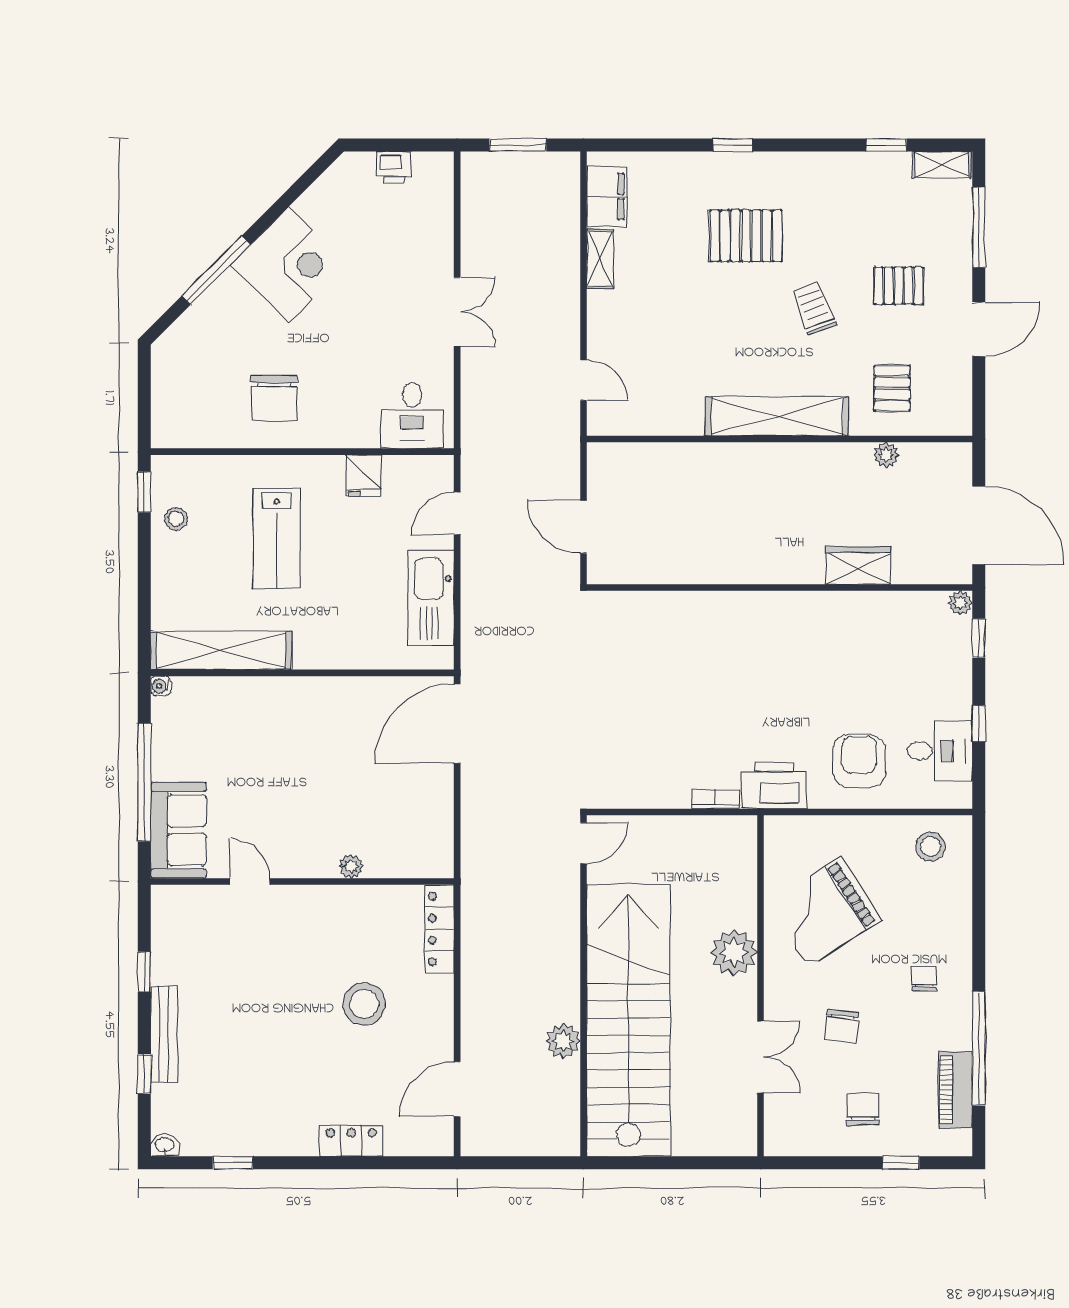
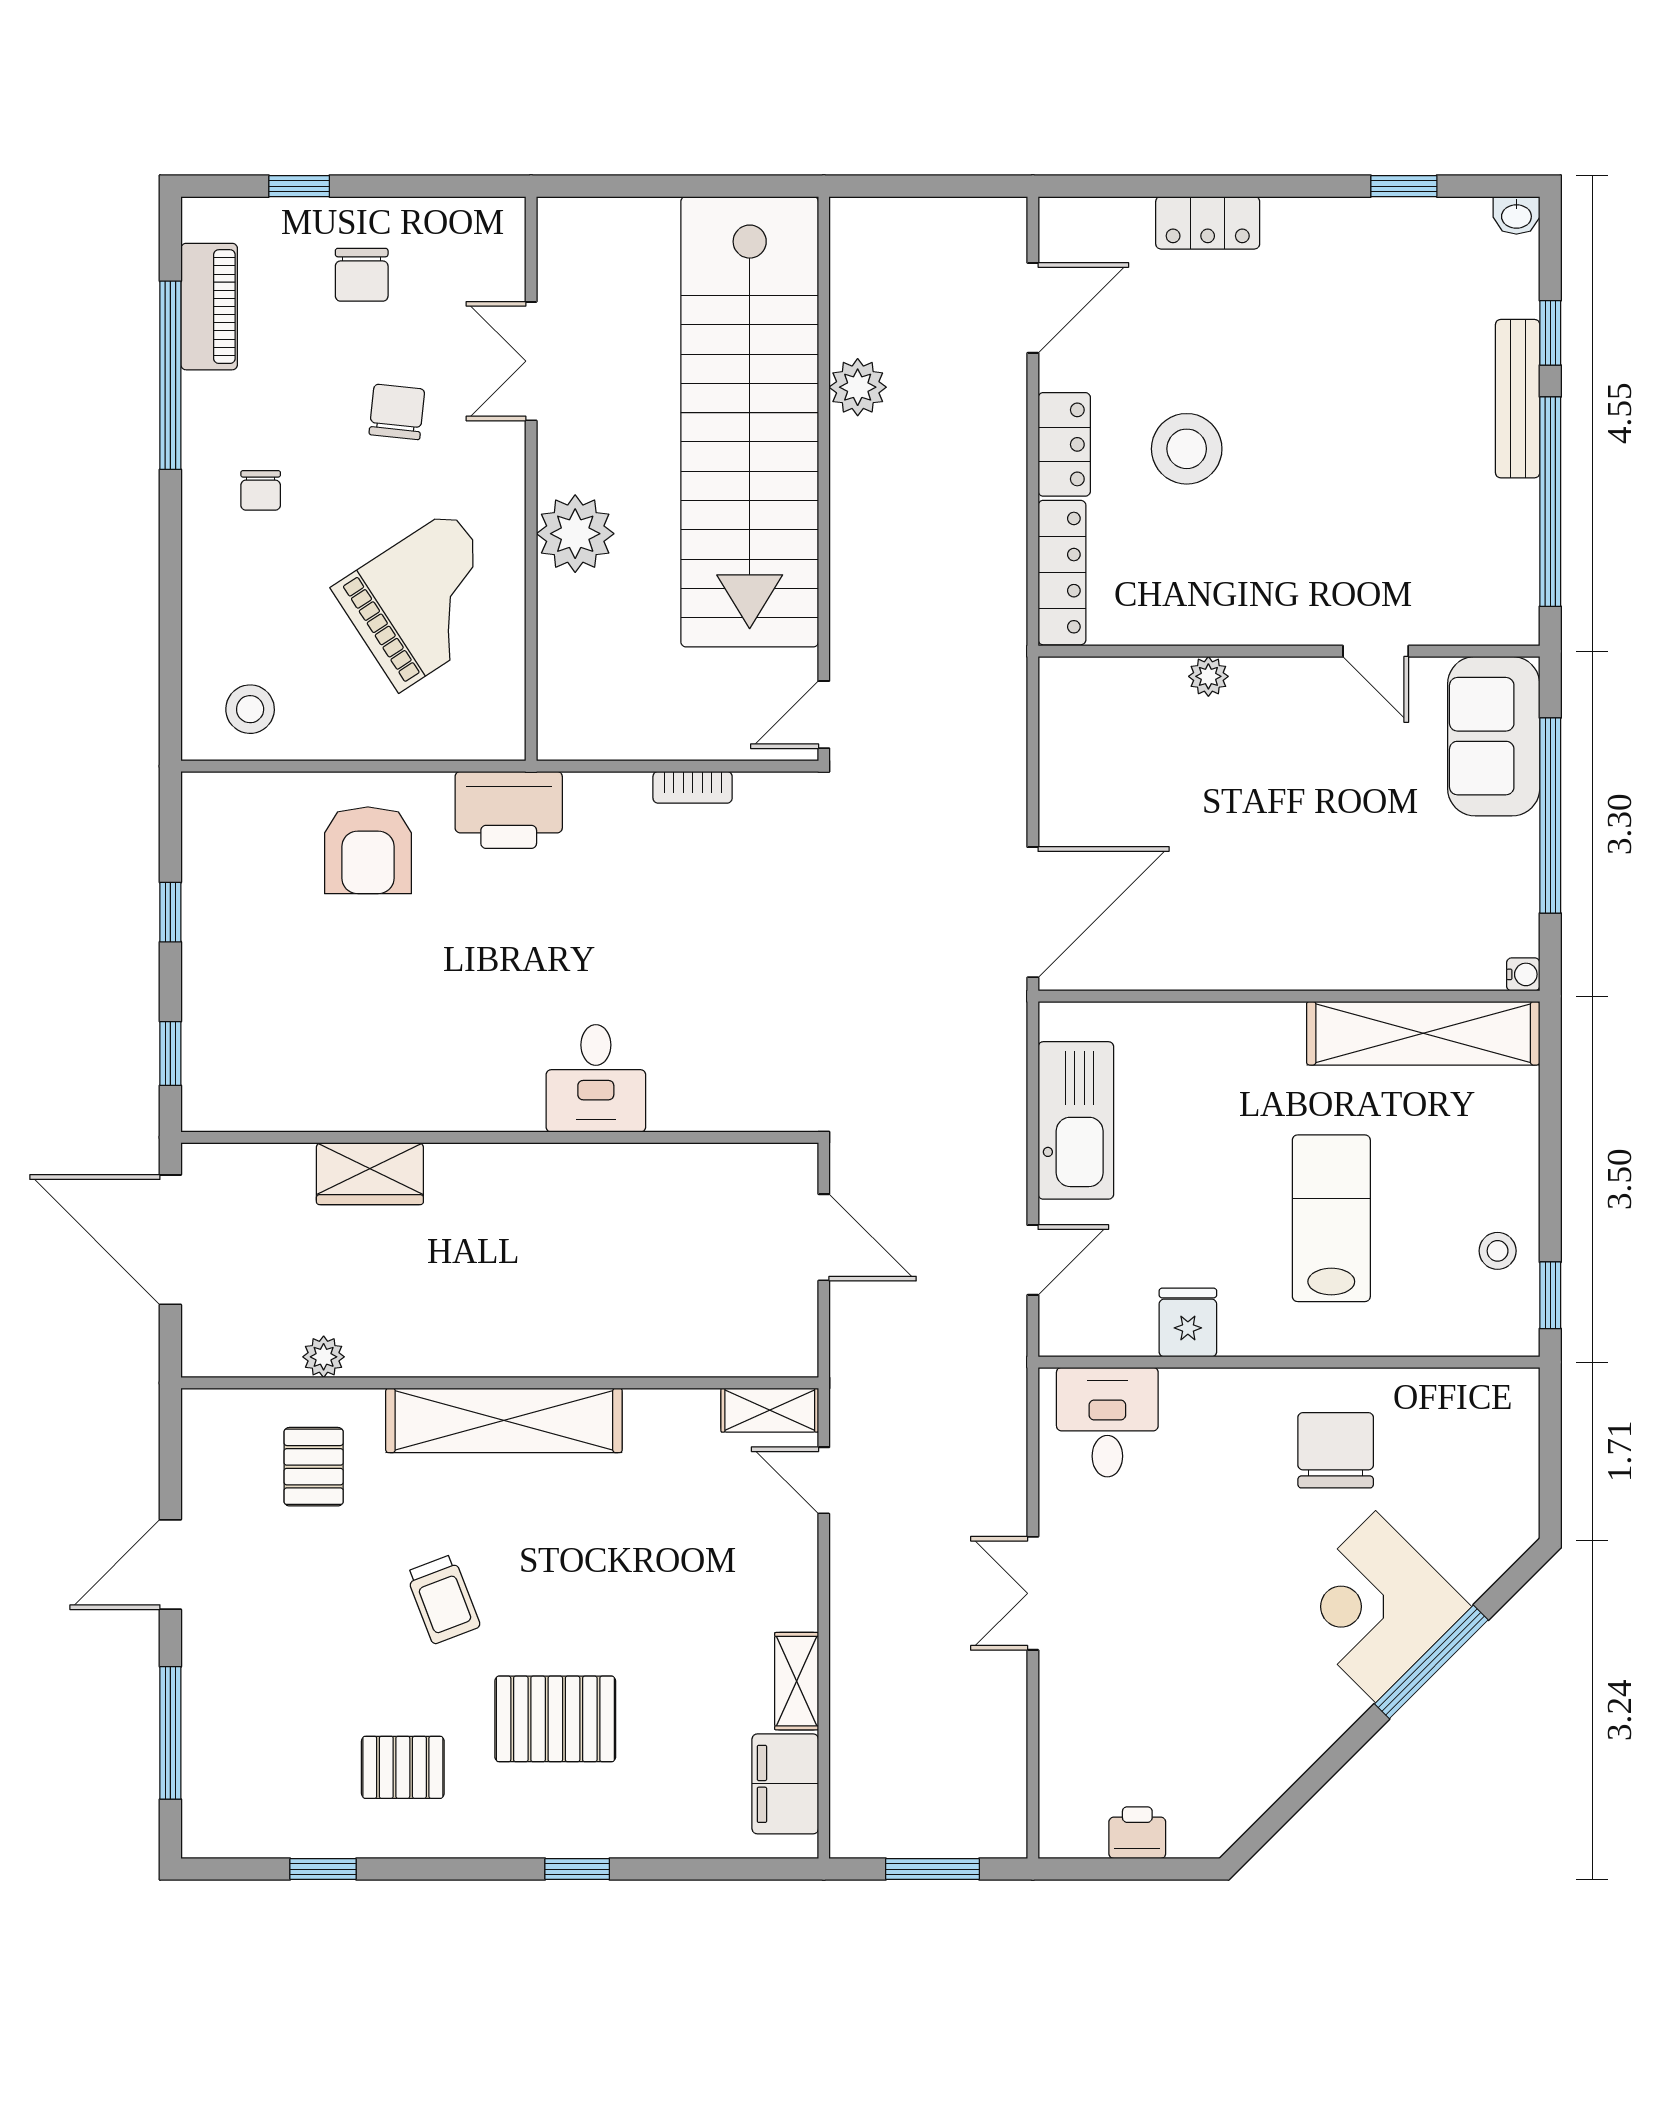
shelving: (942, 165) -> (770, 1410), moved
corner desk: (289, 265) -> (1376, 1607), moved
pallet: (899, 286) -> (403, 1767), moved
plant: (960, 603) -> (201, 1112), removed
desk: (940, 751) -> (596, 1078), moved, turned -90
bookcase: (715, 799) -> (693, 787), moved
window: (144, 972) -> (1550, 502), width x3.17
locker: (438, 1007) -> (1064, 444), added

